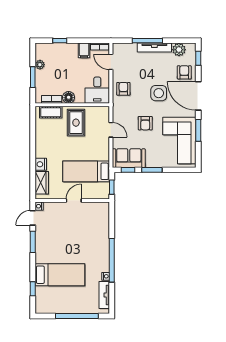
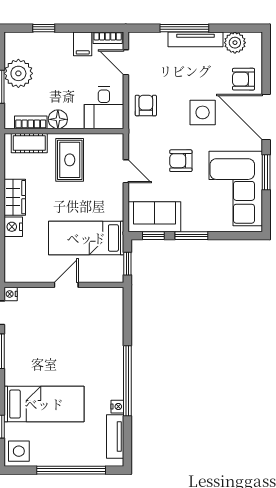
window: (198, 58) -> (266, 57), removed
plant: (40, 65) -> (18, 73), width x1.88, depth x1.88
armchair: (184, 72) -> (244, 79), turned -90
armchair: (145, 123) -> (181, 161), turned 90
wardrobe: (42, 183) -> (15, 197), moved
side table: (44, 304) -> (19, 451), added

